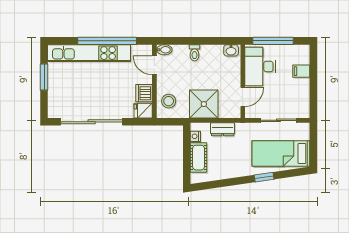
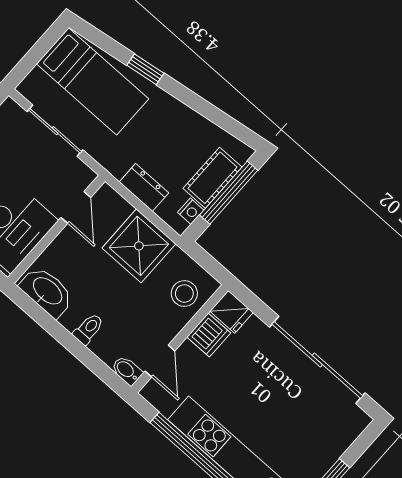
washbasin: (231, 50) -> (47, 292), width x1.91, depth x1.45
door: (243, 97) -> (76, 207), swing flipped
window: (187, 157) -> (229, 193), added

